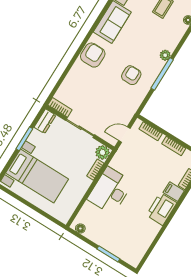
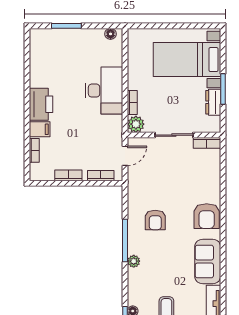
dresser: (45, 121) -> (213, 102), moved

